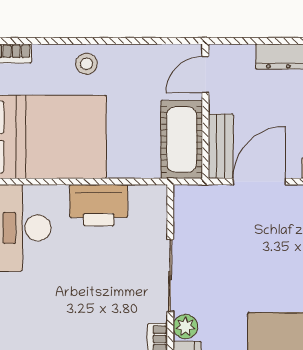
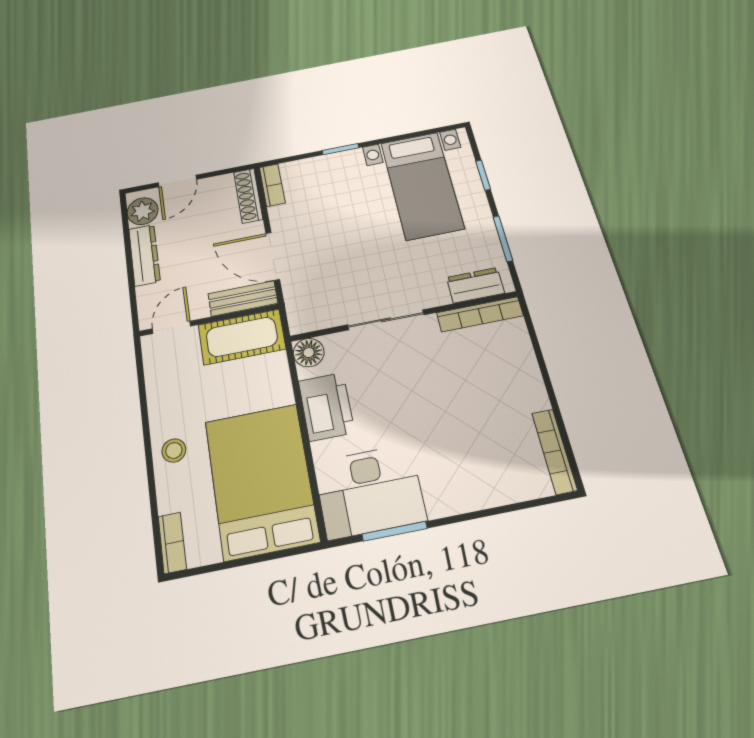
door: (205, 75) -> (171, 327), swing flipped
floor lamp: (153, 199) -> (309, 353), added
plant: (185, 327) -> (435, 295), removed

